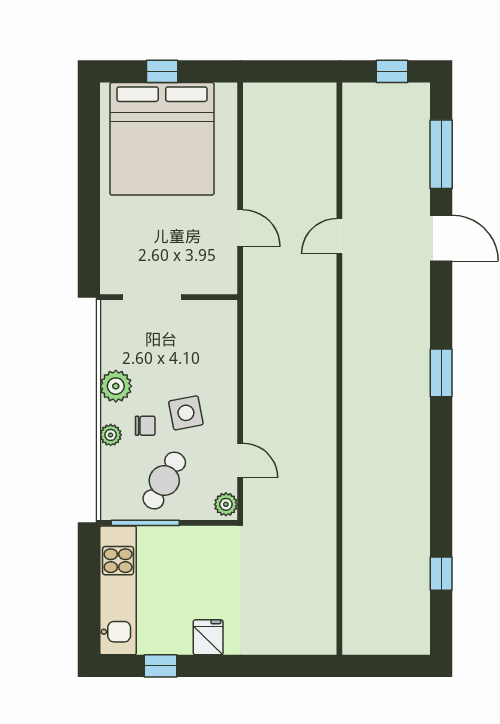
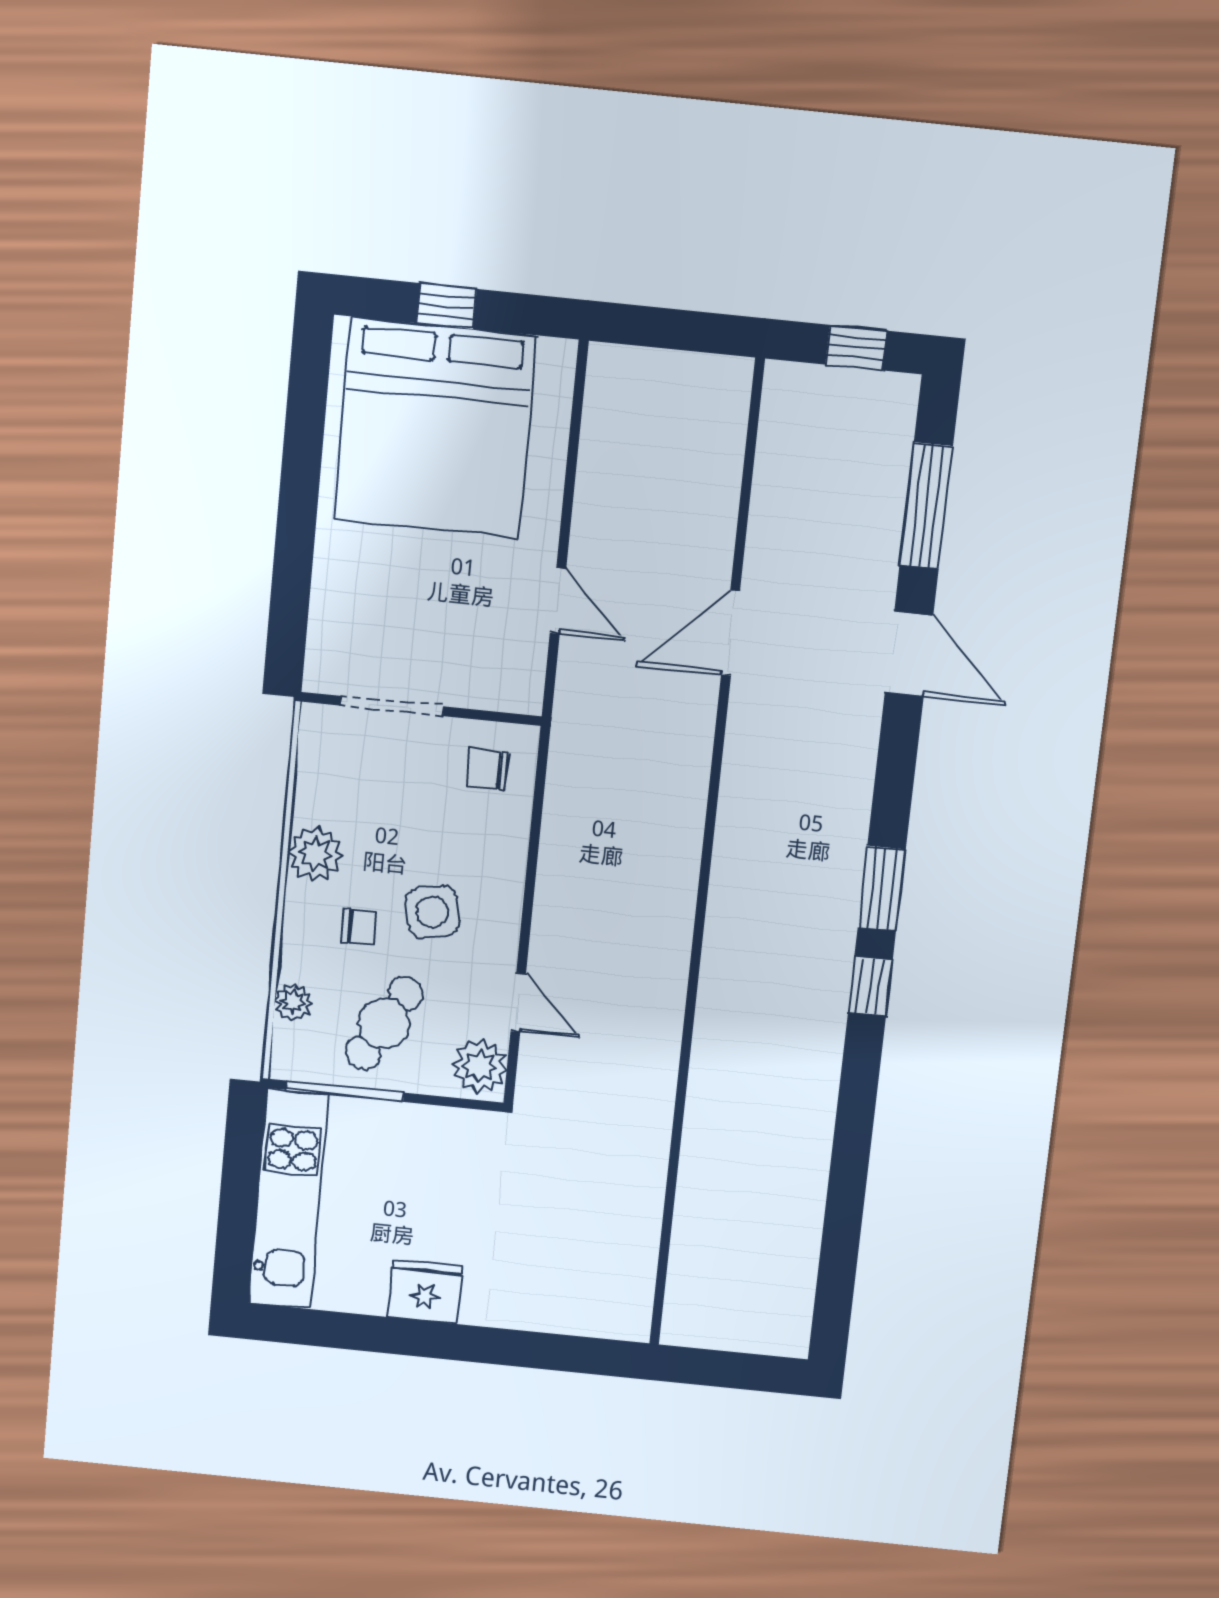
door: (339, 236) -> (731, 633), width x1.38
chair: (210, 328) -> (488, 770), added
plant: (111, 435) -> (293, 1002), moved
plant: (226, 504) -> (480, 1066), width x1.38, depth x1.38
window: (441, 574) -> (870, 986), moved
fridge: (208, 637) -> (425, 1291), width x1.38
window: (160, 666) -> (349, 1331), removed

